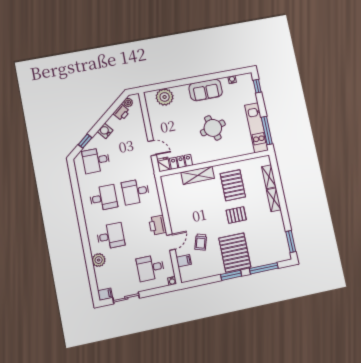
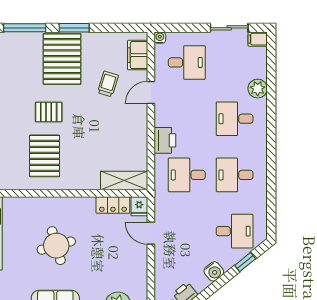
shelving: (198, 175) -> (124, 180), moved
desk: (136, 192) -> (187, 175), turned 180
printer: (158, 225) -> (165, 140), moved
filing cabinet: (184, 261) -> (138, 55), width x2.00

